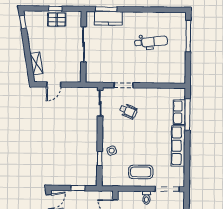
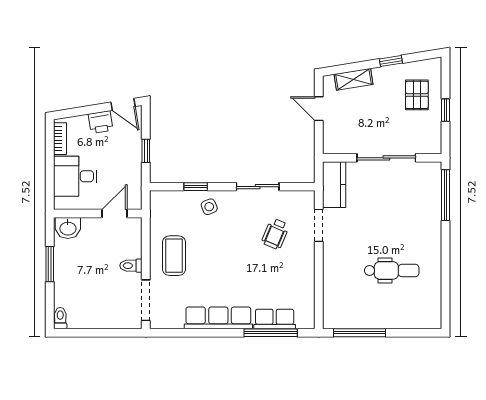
window: (106, 9) -> (446, 195), width x1.44
kitchen counter: (108, 18) -> (334, 185), moved, turned 180
pallet: (57, 20) -> (417, 95), moved
window: (23, 22) -> (391, 61), moved
window: (188, 36) -> (360, 333), moved
dental chair: (151, 42) -> (392, 270), turned -84
sliding door: (100, 103) -> (258, 187), moved

